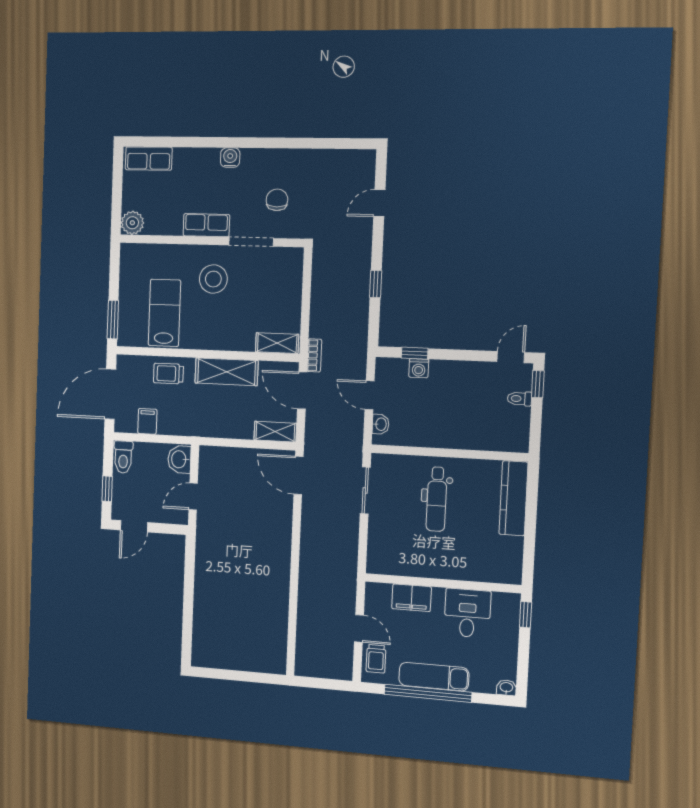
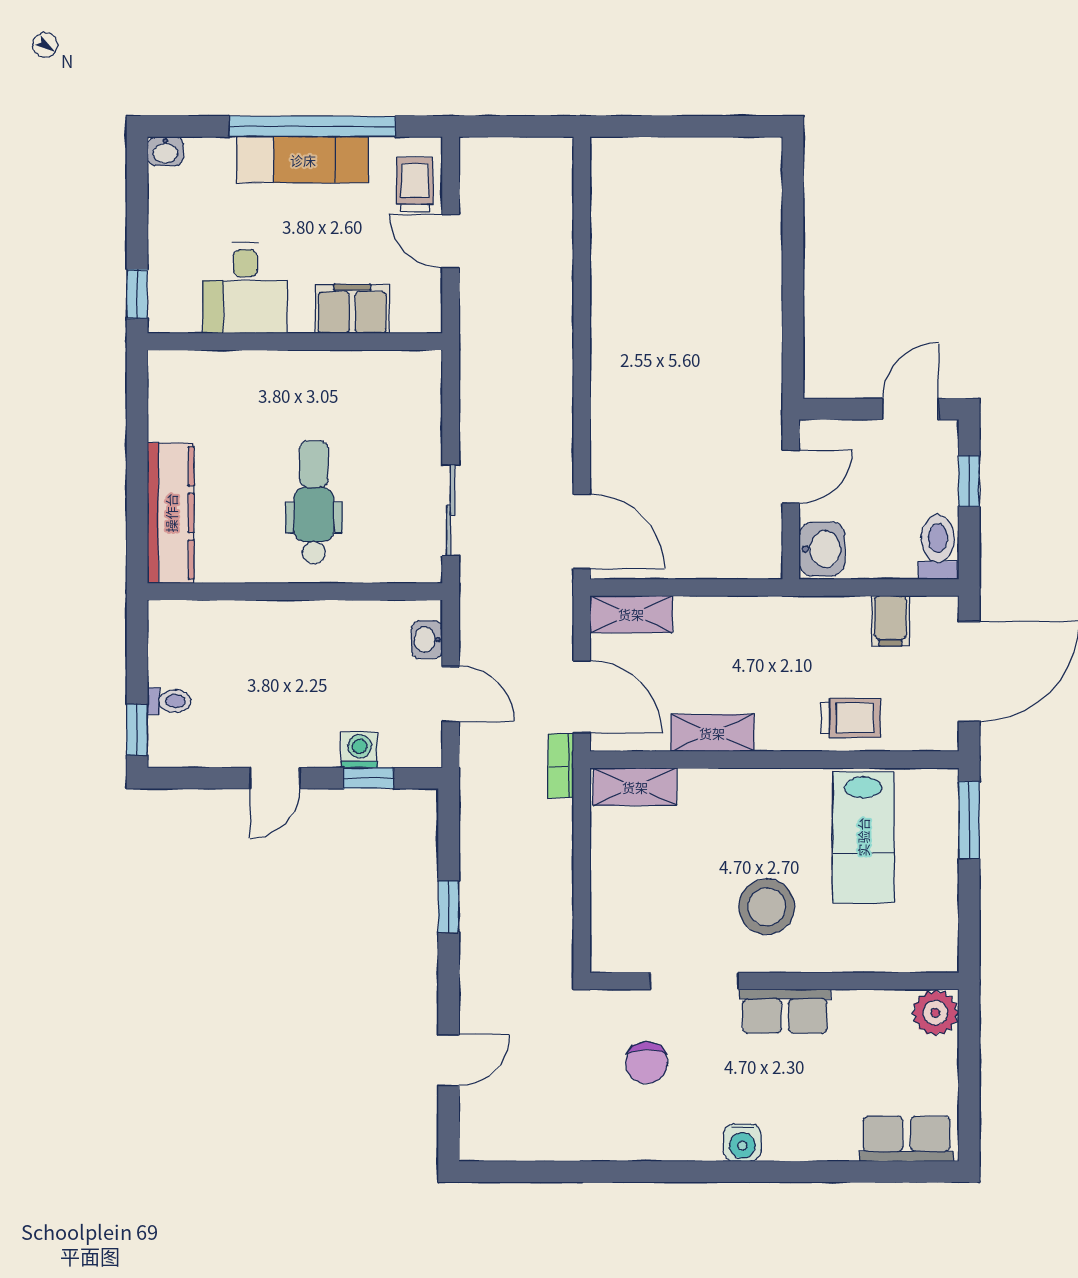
door: (511, 357) -> (275, 778), moved
shelving: (226, 372) -> (712, 733), width x0.67, depth x0.75

